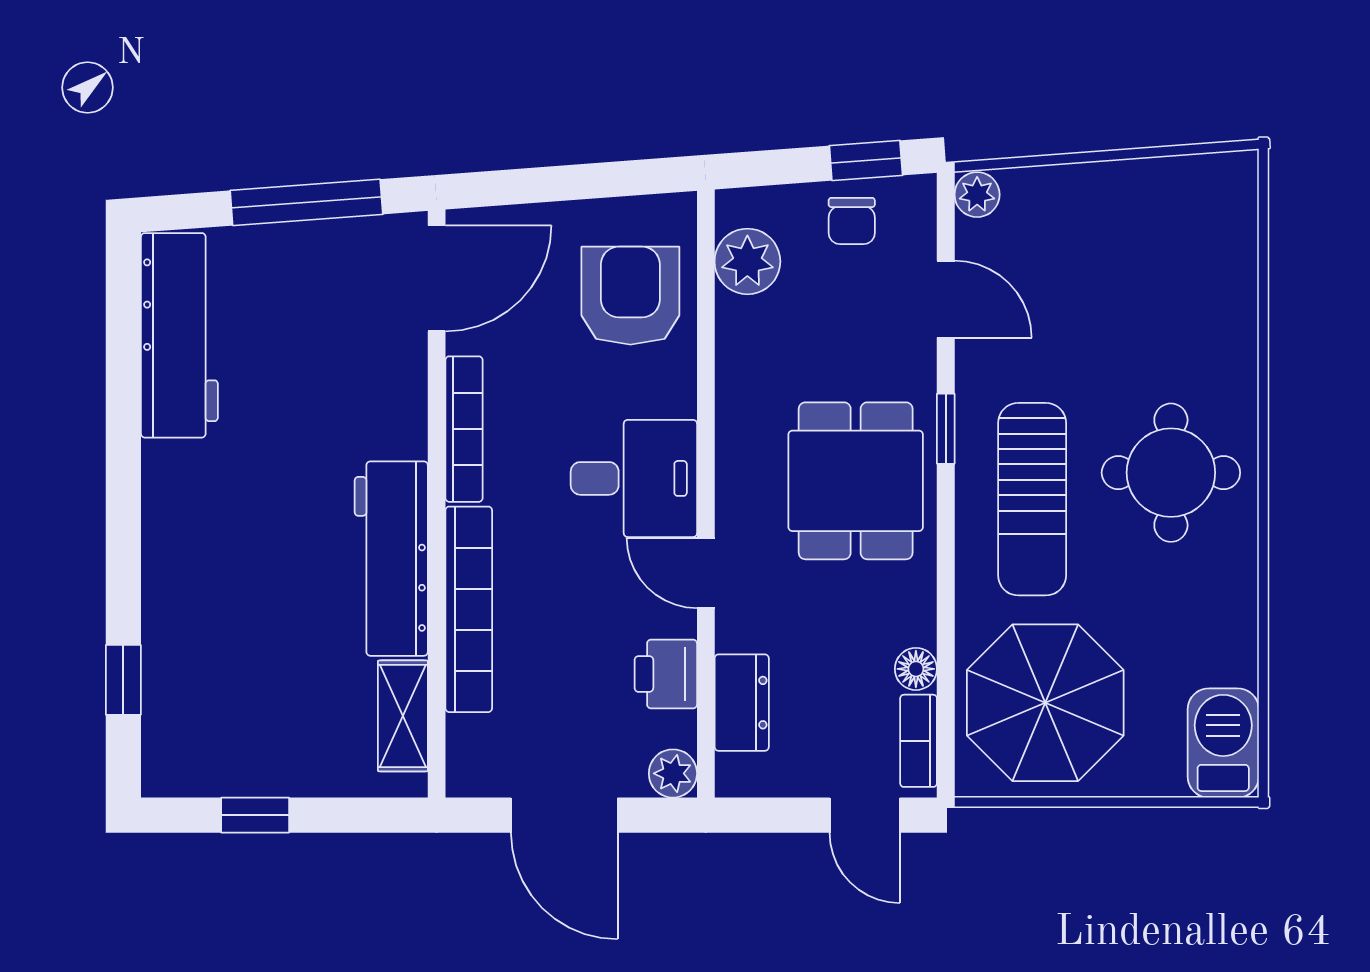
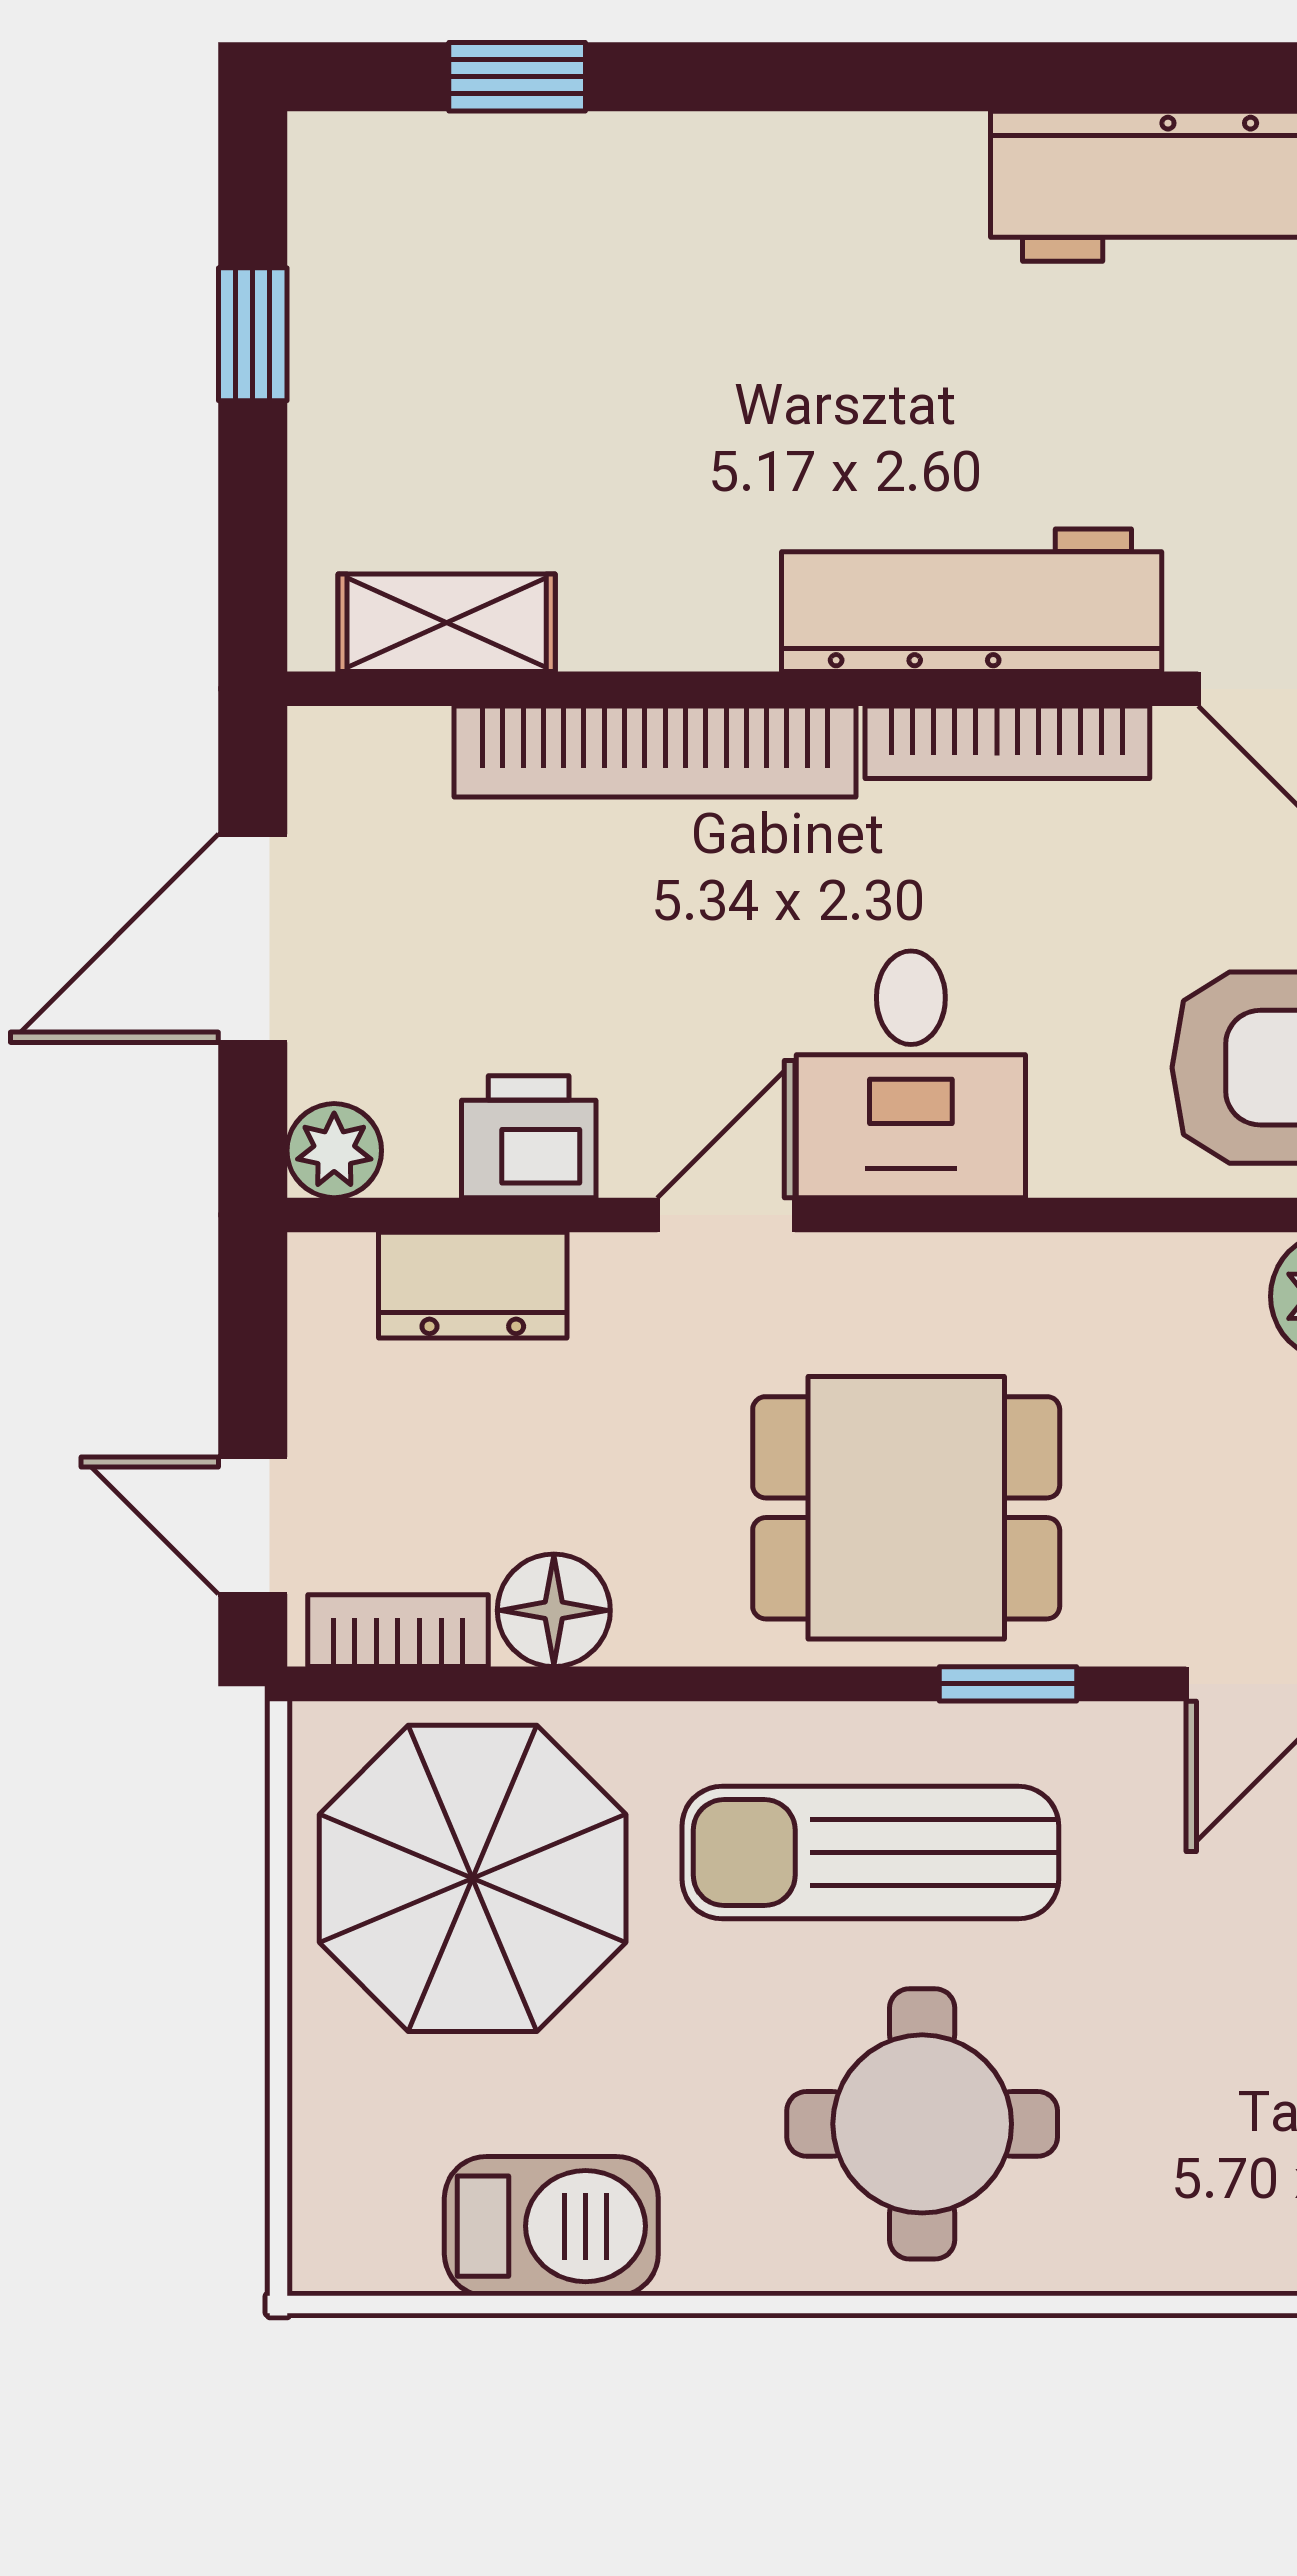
workbench: (391, 559) -> (972, 600), moved
floor lamp: (916, 669) -> (554, 1610), width x1.37, depth x1.37
barbecue: (1223, 743) -> (551, 2226), moved
door: (865, 815) -> (253, 1525), hinge flipped

